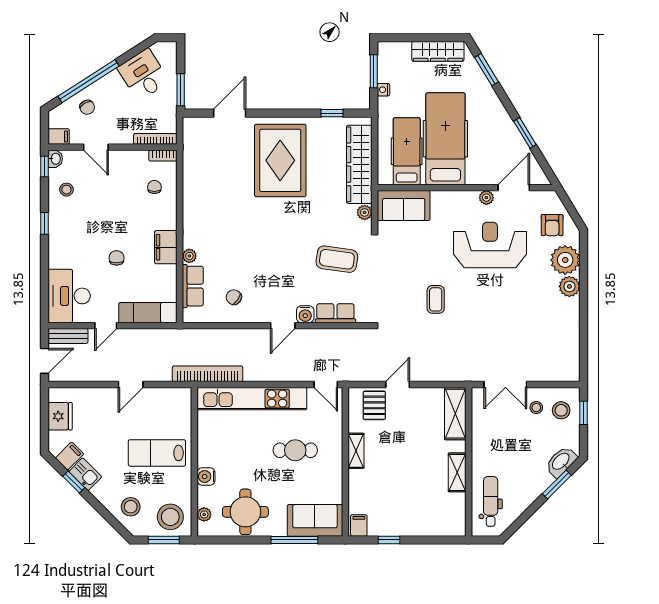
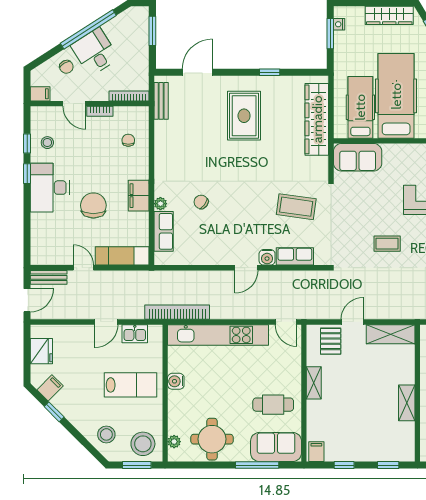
desk: (143, 75) -> (95, 52), moved
window: (89, 81) -> (88, 29), moved
window: (181, 90) -> (152, 31), moved
nightstand: (384, 90) -> (339, 24), moved
window: (332, 113) -> (270, 72), moved
bench: (190, 144) -> (161, 101), added
bookcase: (163, 156) -> (100, 111), moved
washbasin: (55, 159) -> (37, 114), removed
rug: (280, 160) -> (244, 116), width x0.73, depth x0.69
window: (44, 167) -> (27, 143), moved
plant: (365, 212) -> (322, 164), removed
chair: (117, 258) -> (93, 205), width x1.87, depth x1.87
desk: (69, 296) -> (50, 188), moved
chair: (234, 297) -> (201, 202), moved
coffee table: (436, 299) -> (387, 244), turned 90
door: (106, 326) -> (83, 268), swing flipped
shelving: (455, 414) -> (391, 334), moved, turned 90
cafe table: (295, 450) -> (273, 405), moved
lab bench: (157, 453) -> (131, 385), turned 180
kitchen sink: (85, 474) -> (135, 334), moved, turned 135
water cooler: (206, 476) -> (176, 381), moved
window: (437, 540) -> (388, 465), added

